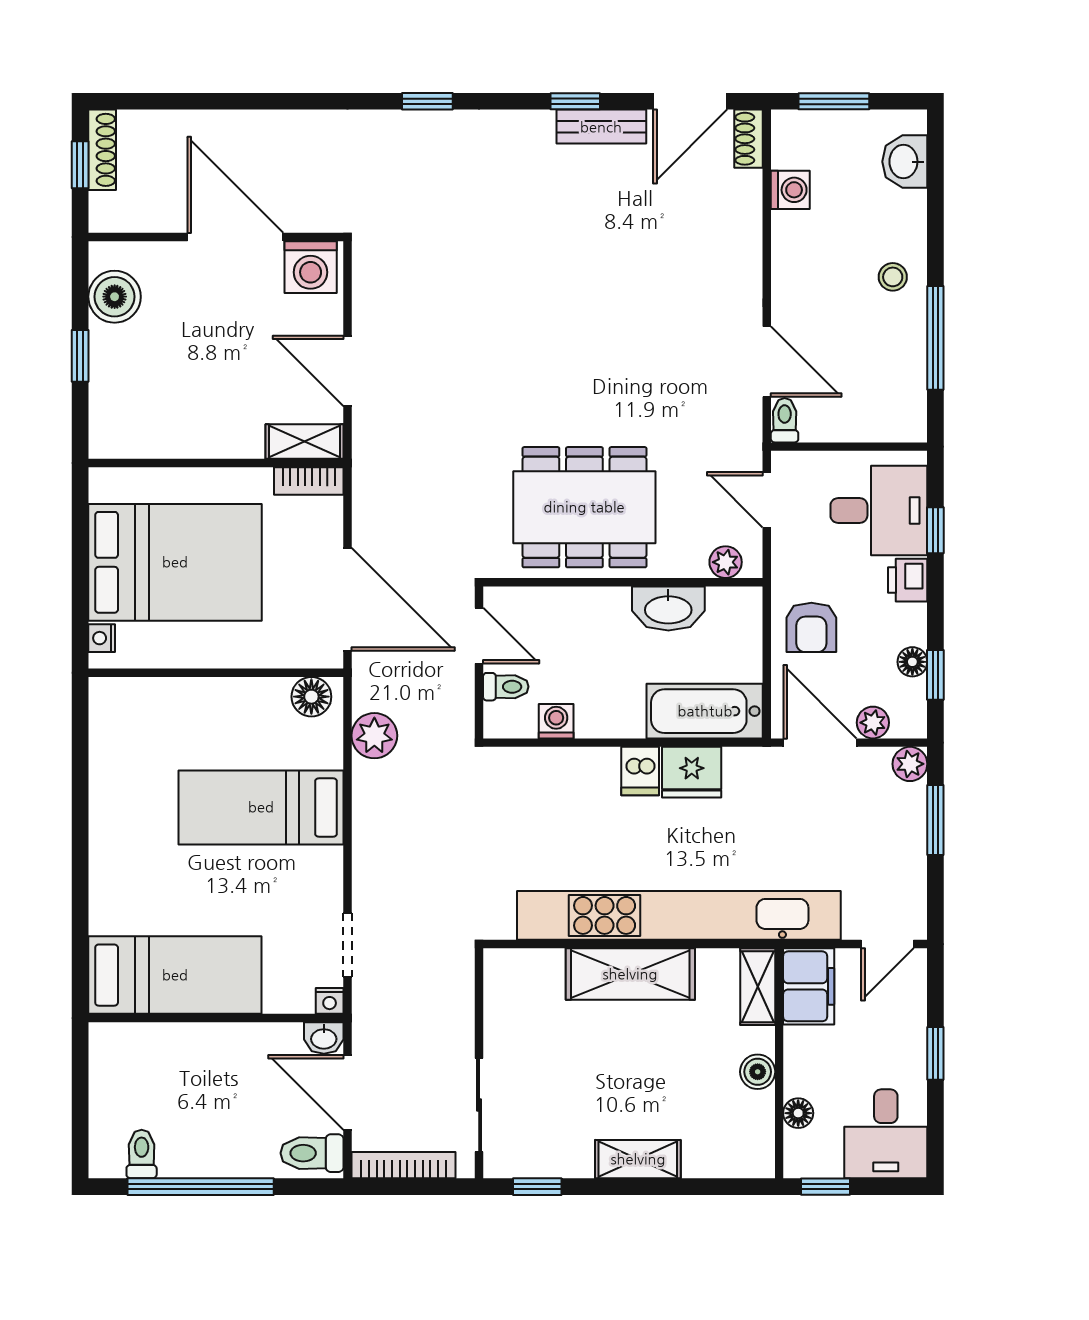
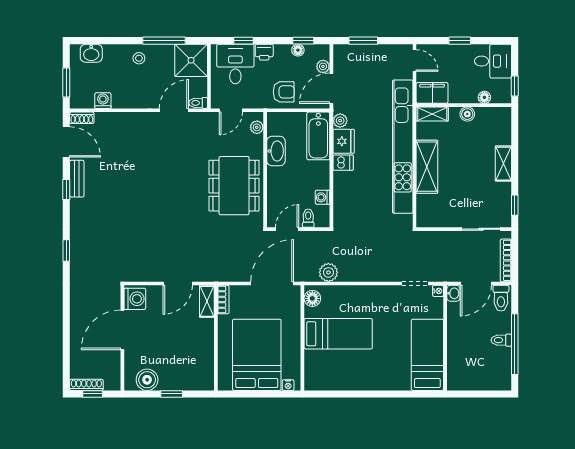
shower: (888, 403) -> (191, 60), added
plant: (910, 764) -> (340, 121), moved
bed: (261, 807) -> (338, 334), moved, turned -90
toilet: (142, 1154) -> (501, 340), moved

